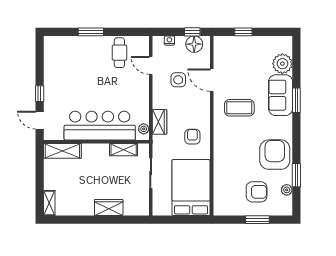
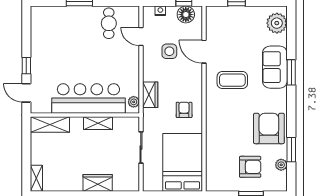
plant: (282, 64) -> (277, 23), moved
shelving: (124, 150) -> (98, 123), moved

